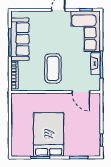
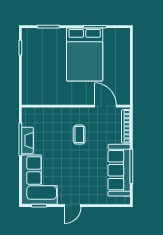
coffee table: (53, 68) -> (79, 135), width x0.54, depth x0.58
door: (81, 92) -> (105, 106), moved

